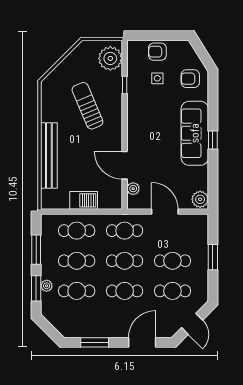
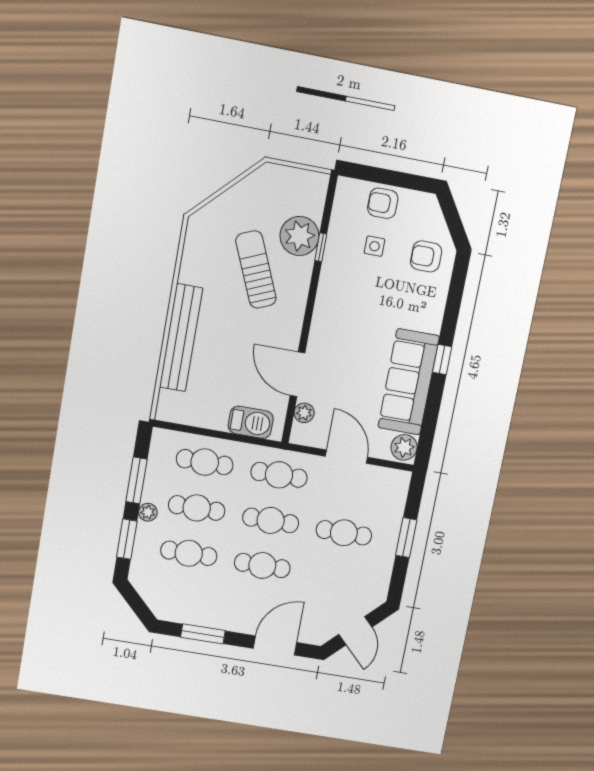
plant: (110, 58) -> (300, 236), moved
sofa: (195, 133) -> (409, 382), moved
barbecue: (84, 200) -> (251, 422), moved
plant: (47, 286) -> (148, 512), moved
cafe table: (172, 291) -> (335, 578), removed

